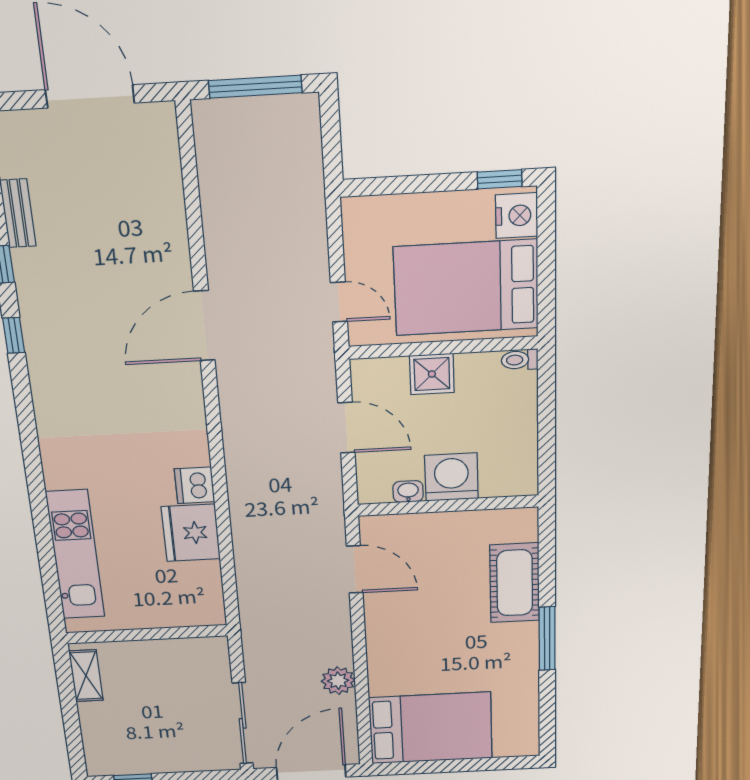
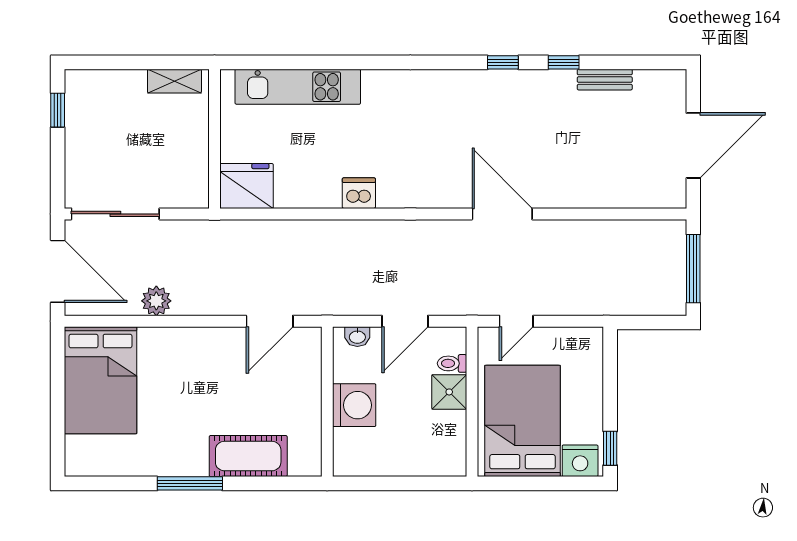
toilet: (520, 360) -> (452, 363), moved, turned -90
washbasin: (408, 492) -> (357, 337), moved, turned 90
fridge: (191, 533) -> (247, 186), moved

